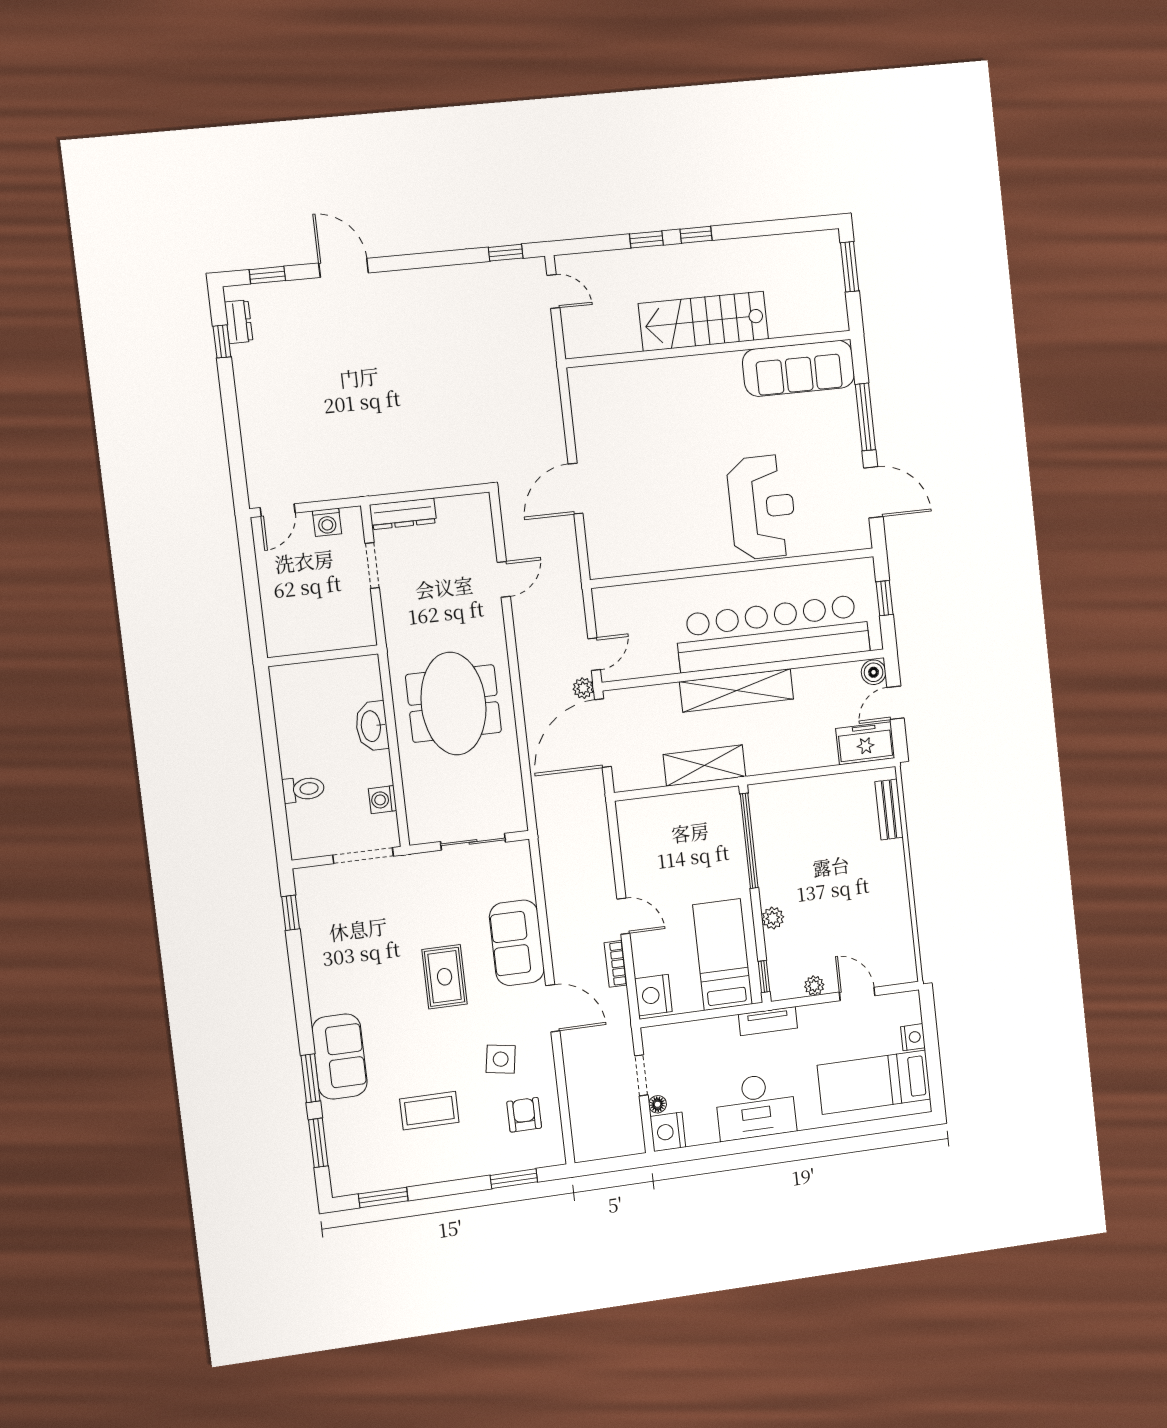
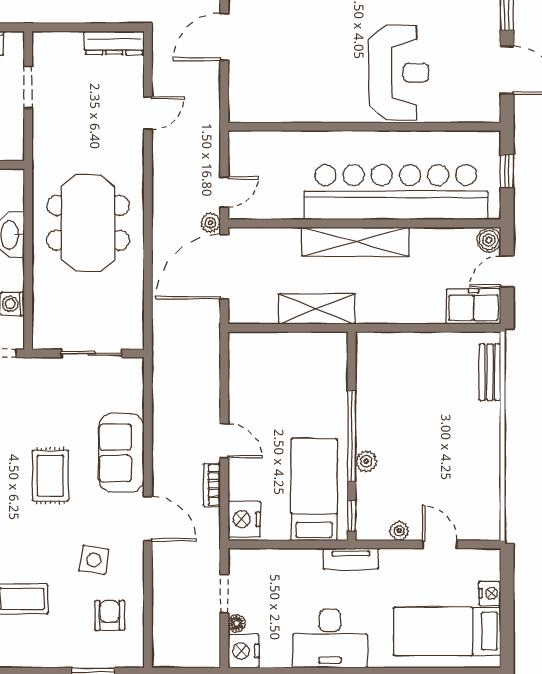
dresser: (403, 514) -> (114, 43), moved
window: (749, 841) -> (352, 436), moved

